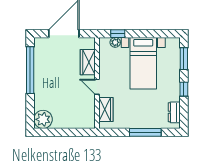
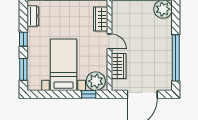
plant: (115, 42) -> (96, 81), width x1.87, depth x1.87

